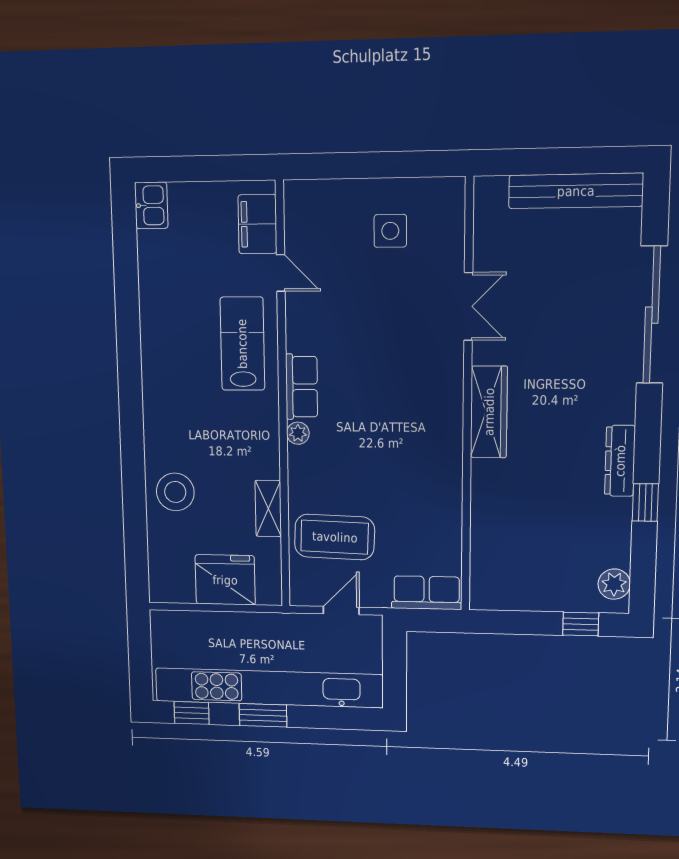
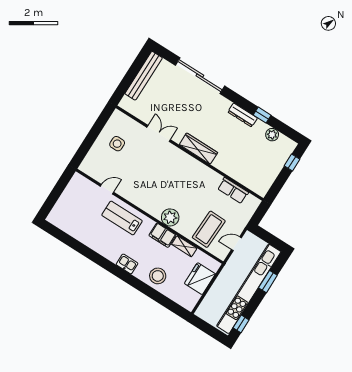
kitchen sink: (151, 205) -> (127, 264), moved
filing cabinet: (257, 224) -> (162, 235), moved
row of seats: (302, 387) -> (150, 207), removed
plant: (298, 433) -> (170, 217), width x1.88, depth x1.88
plant: (614, 584) -> (272, 135), moved
row of seats: (427, 593) -> (233, 191), moved, turned -90
door: (341, 611) -> (236, 244), hinge flipped
window: (263, 715) -> (268, 282), moved

